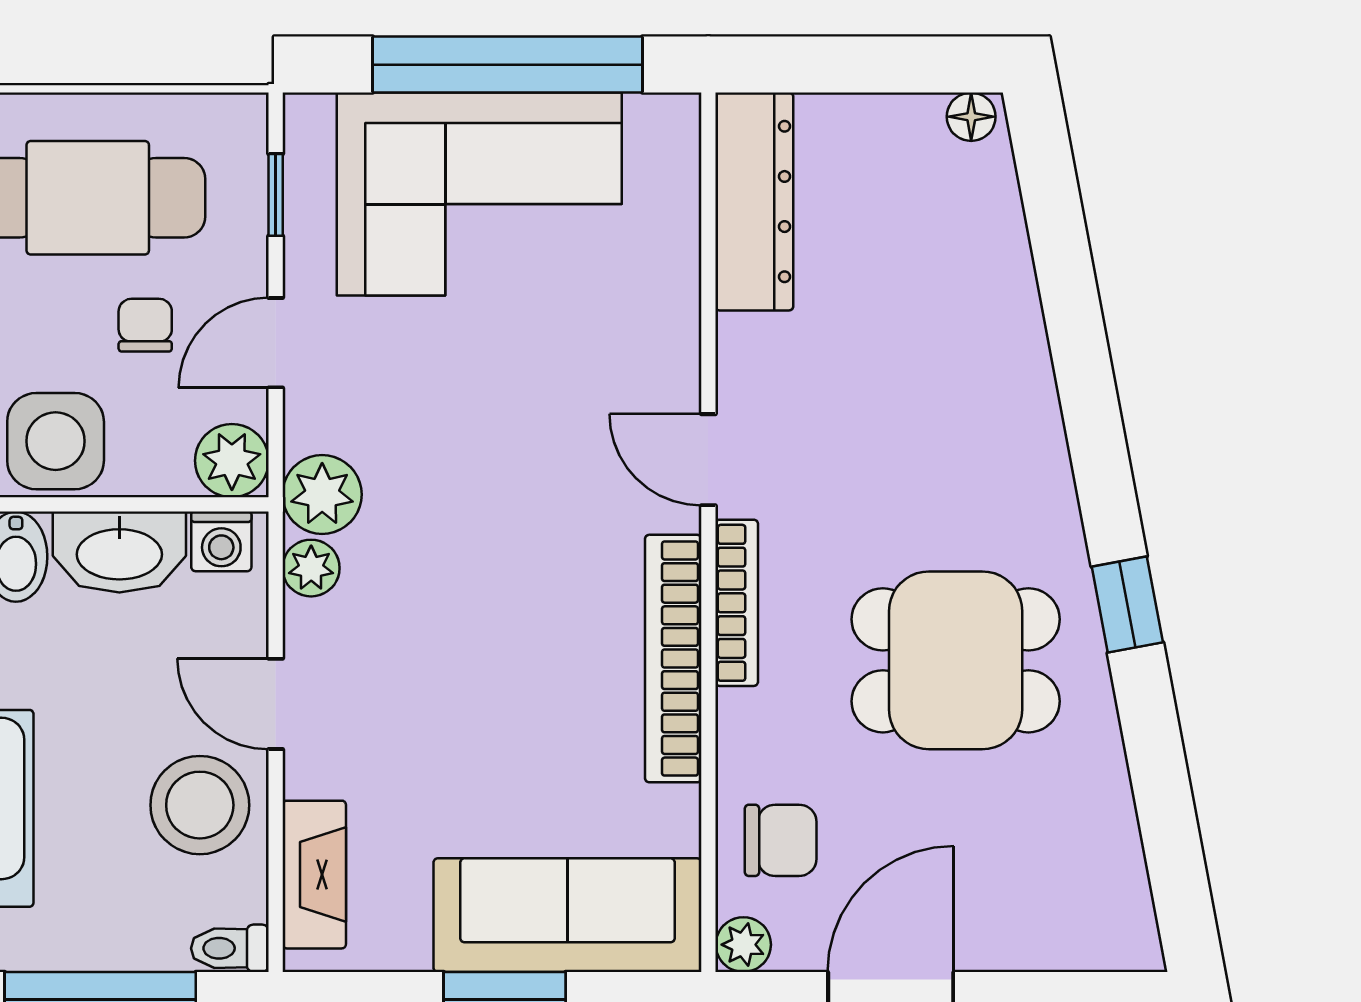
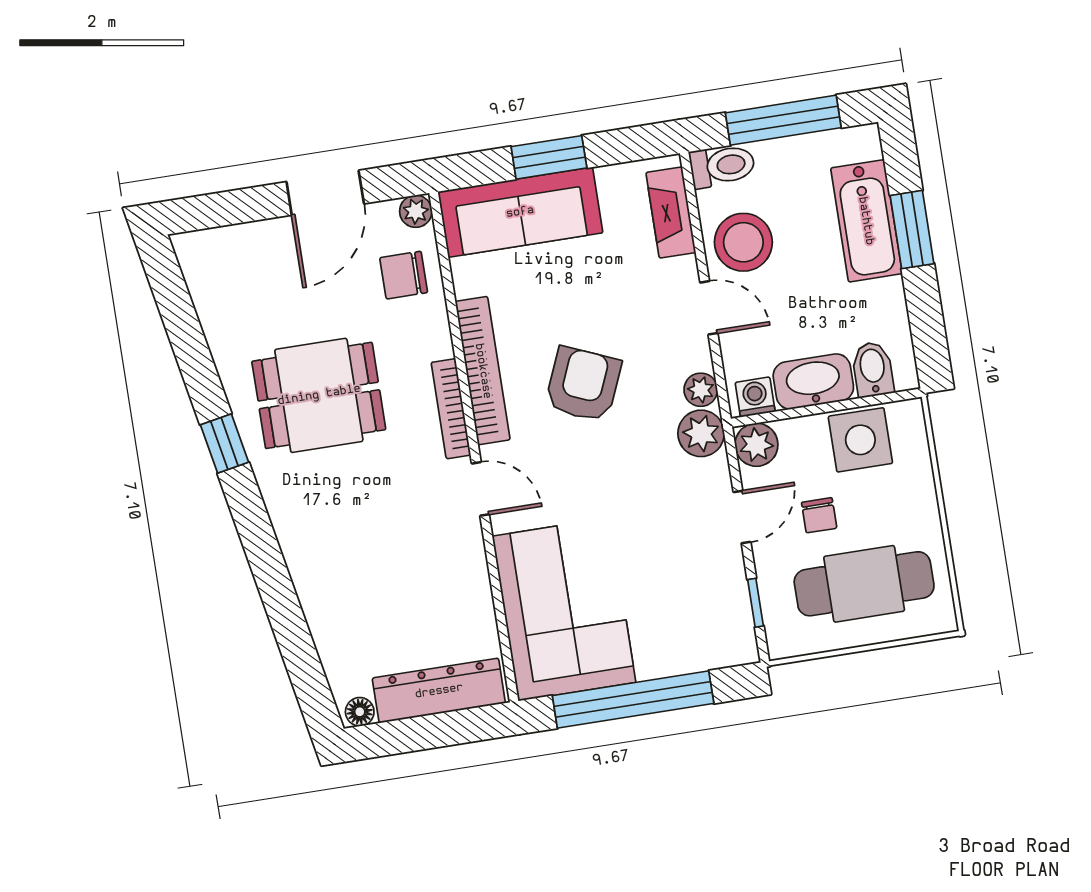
corner sofa: (479, 194) -> (564, 609), moved, turned 90
dresser: (754, 202) -> (439, 691), moved, turned 90
armchair: (508, 608) -> (583, 384), added
toilet: (230, 948) -> (722, 166), width x1.37, depth x1.39

